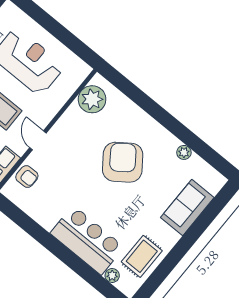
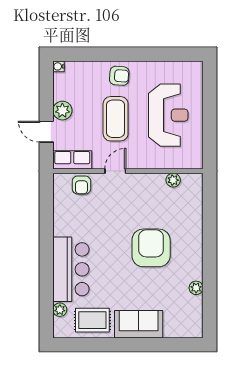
plant: (92, 99) -> (173, 180), width x0.53, depth x0.53
armchair: (123, 162) -> (151, 248), turned -54
sofa: (187, 207) -> (139, 324), moved

